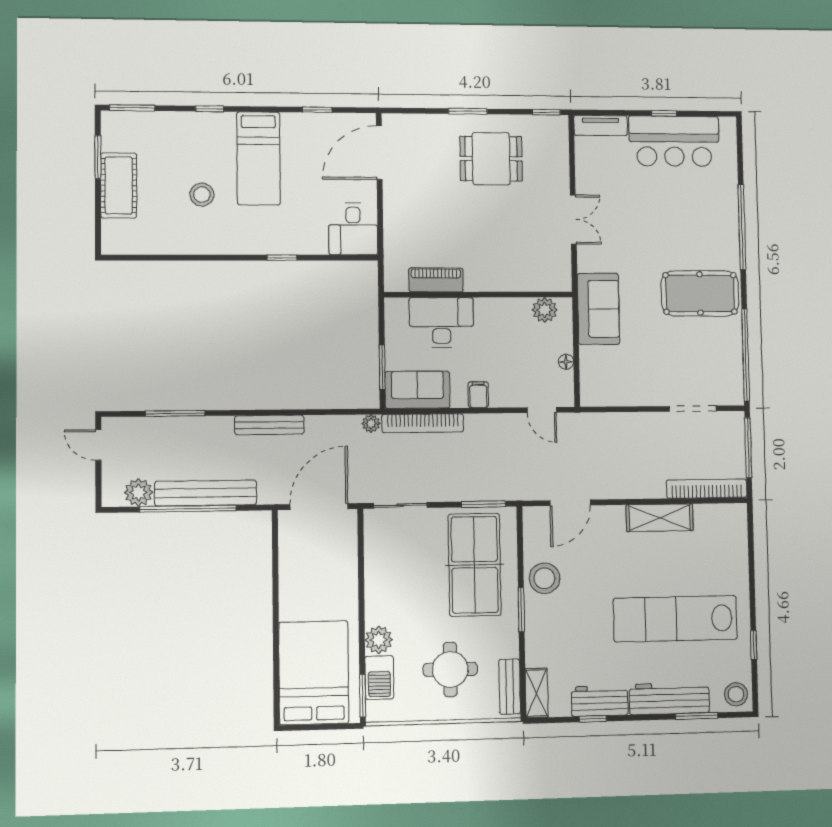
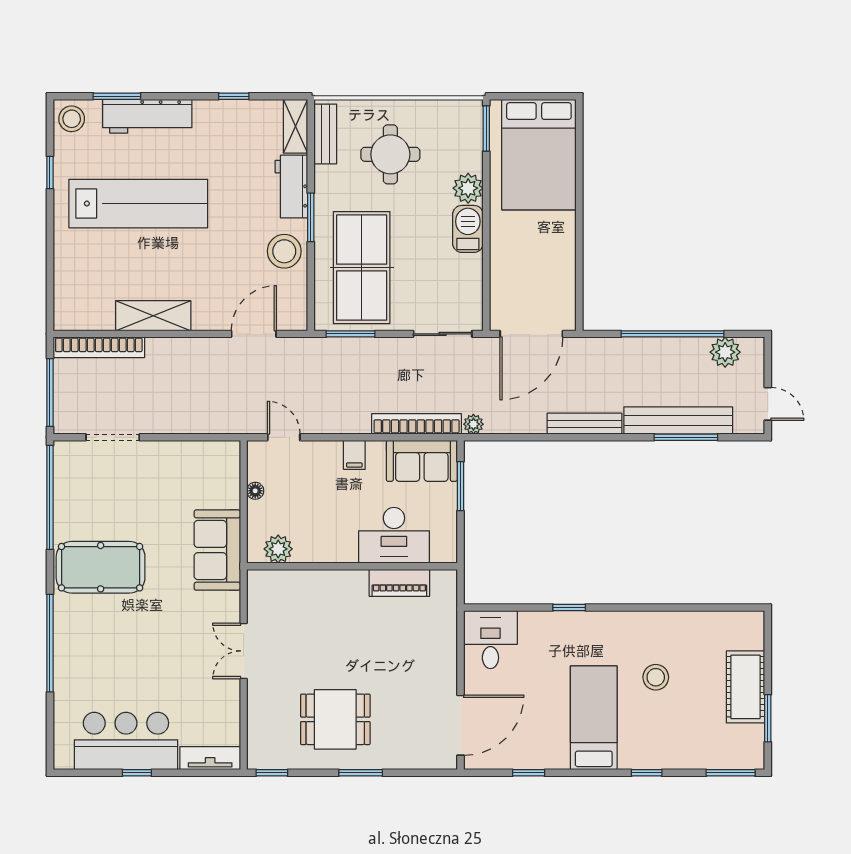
bench: (206, 493) -> (678, 421), moved
barbecue: (379, 678) -> (468, 229), moved
workbench: (600, 701) -> (291, 187), moved, turned 90

